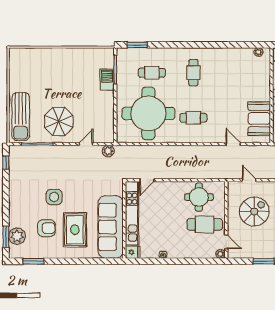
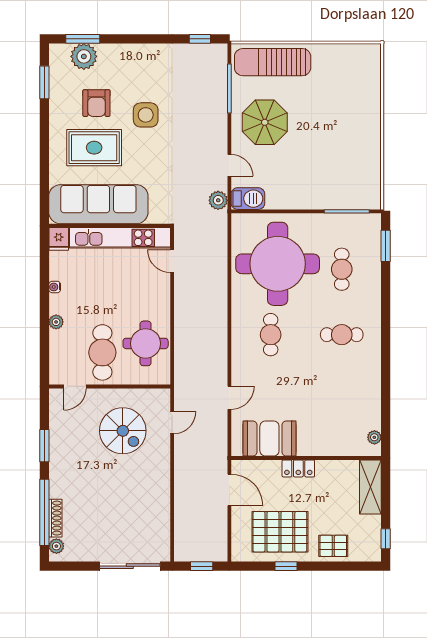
barbecue: (107, 79) -> (248, 199), moved
plant: (220, 254) -> (56, 322), moved

